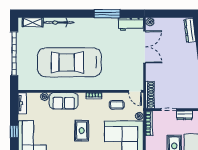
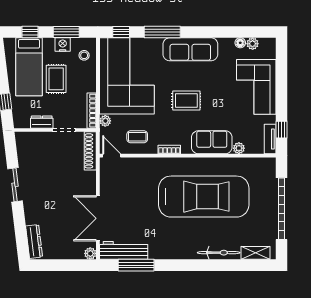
window: (107, 14) -> (136, 265), moved
workbench: (131, 24) -> (124, 250), width x1.37
rug: (82, 131) -> (186, 101), turned 90
window: (14, 132) -> (282, 130), moved

